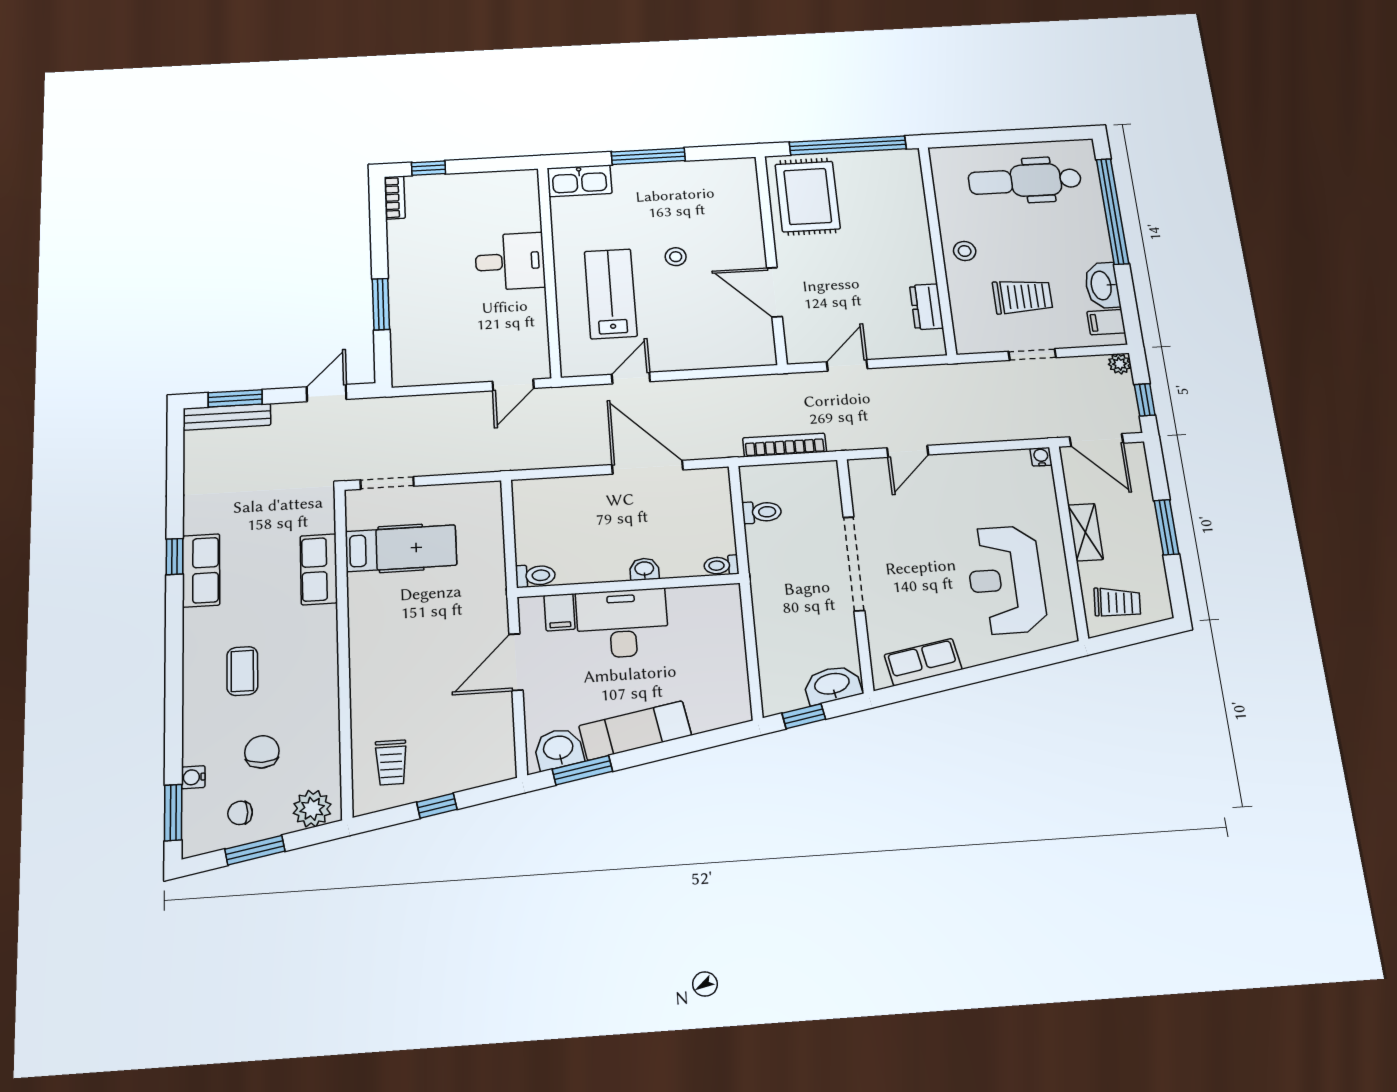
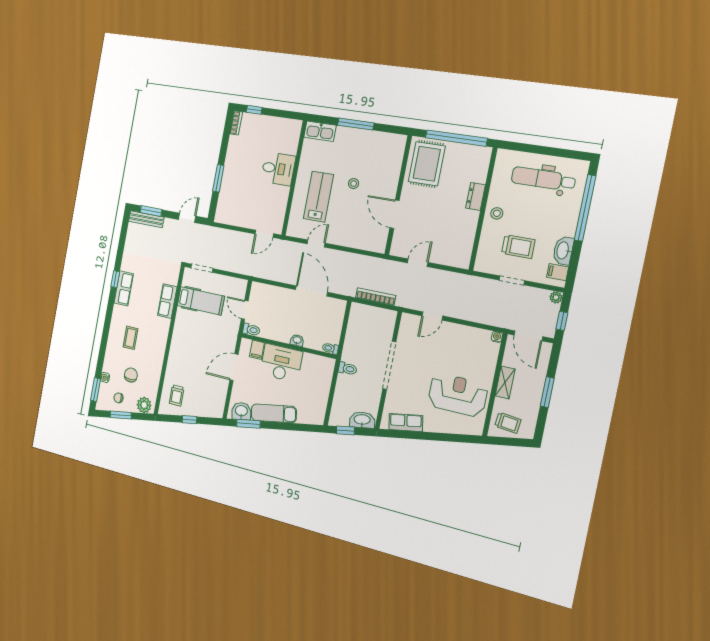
dresser: (926, 307) -> (476, 196), moved
toilet: (762, 512) -> (348, 369), moved
door: (509, 540) -> (245, 310), added
reception desk: (1006, 580) -> (458, 395), turned 90

